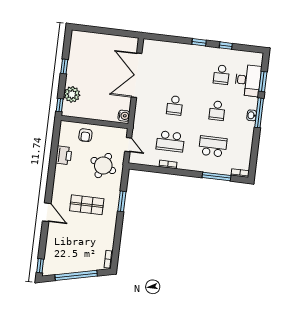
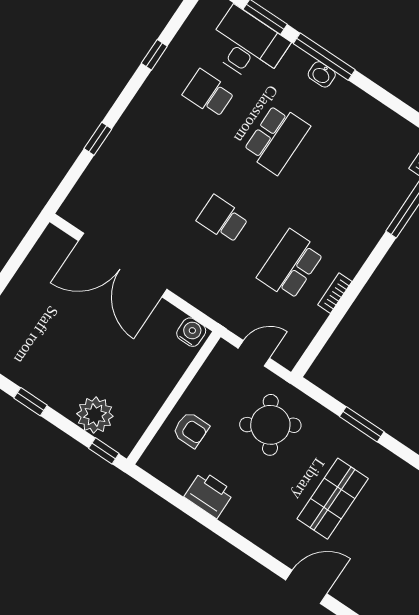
window: (199, 42) -> (98, 139), moved
school desk: (221, 75) -> (209, 93), turned 180
school desk: (175, 105) -> (223, 219), turned 180
school desk: (217, 111) -> (276, 139), width x1.85
school desk: (170, 141) -> (290, 265), turned 180
school desk: (213, 146) -> (344, 185), removed
round table: (103, 166) -> (270, 425), turned 35

